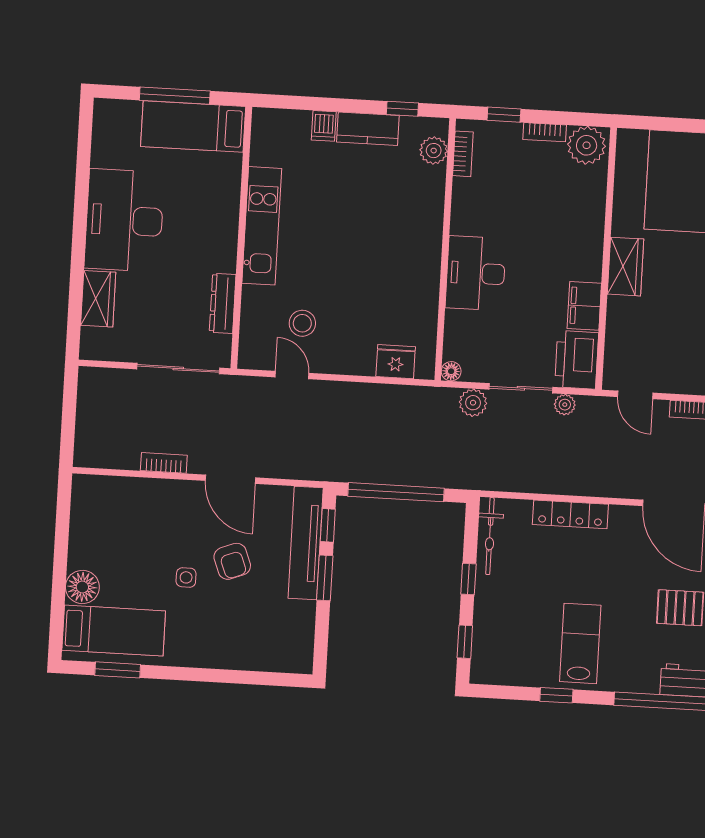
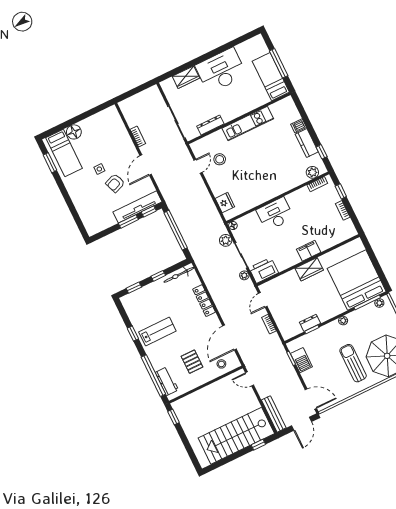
plant: (587, 145) -> (347, 229), removed
filing cabinet: (584, 306) -> (309, 251), moved

